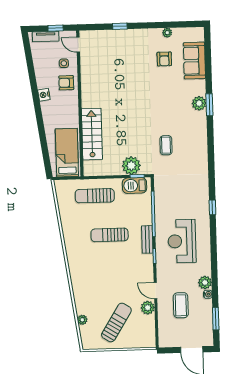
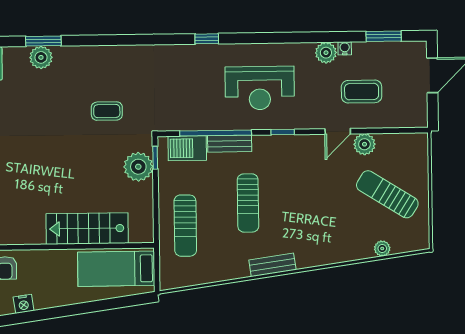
barbecue: (135, 186) -> (187, 148), moved, turned 90
bench: (147, 239) -> (230, 144), moved
bench: (71, 251) -> (272, 265), added

